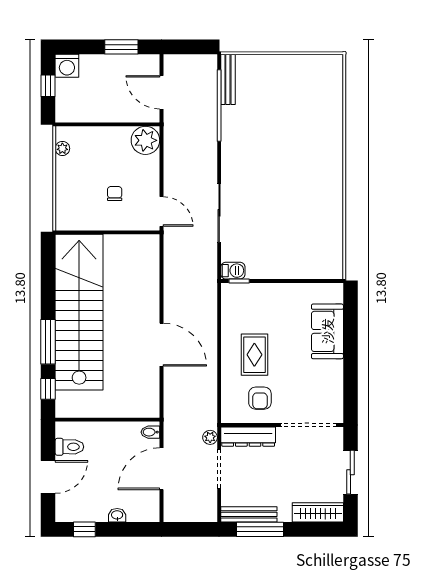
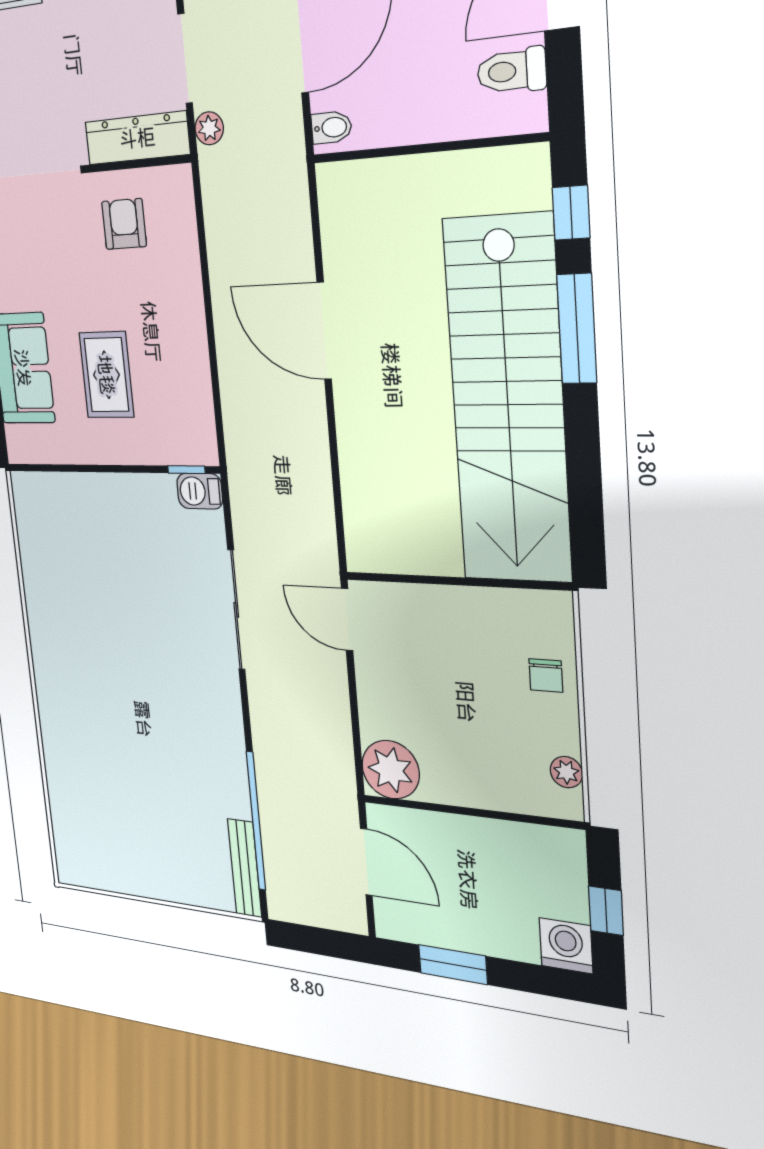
chair: (115, 194) -> (546, 675), moved
rug: (254, 355) -> (106, 375), moved

